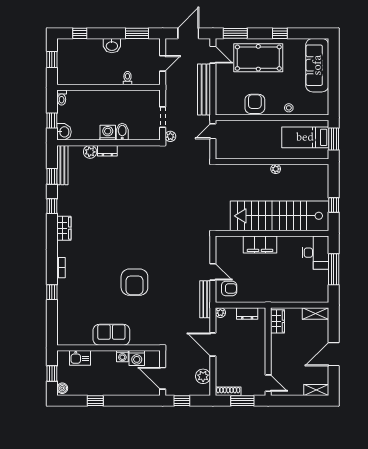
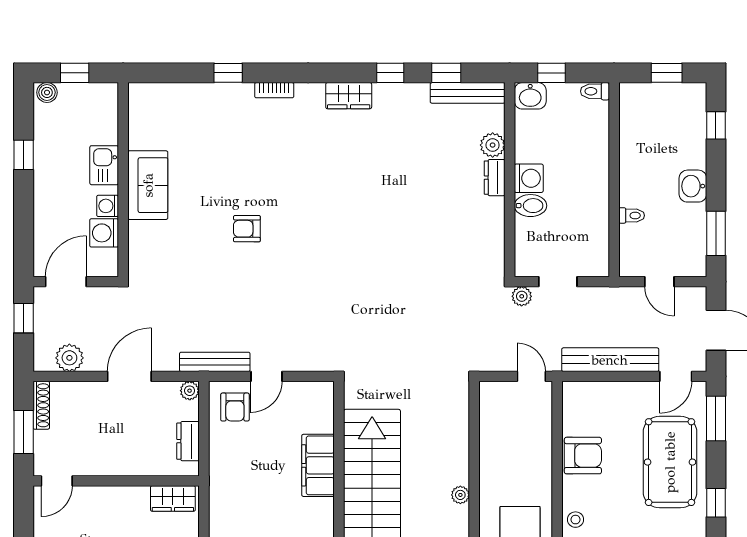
armchair: (134, 282) -> (247, 229), width x0.53, depth x0.53
kitchen sink: (80, 358) -> (104, 165), moved

